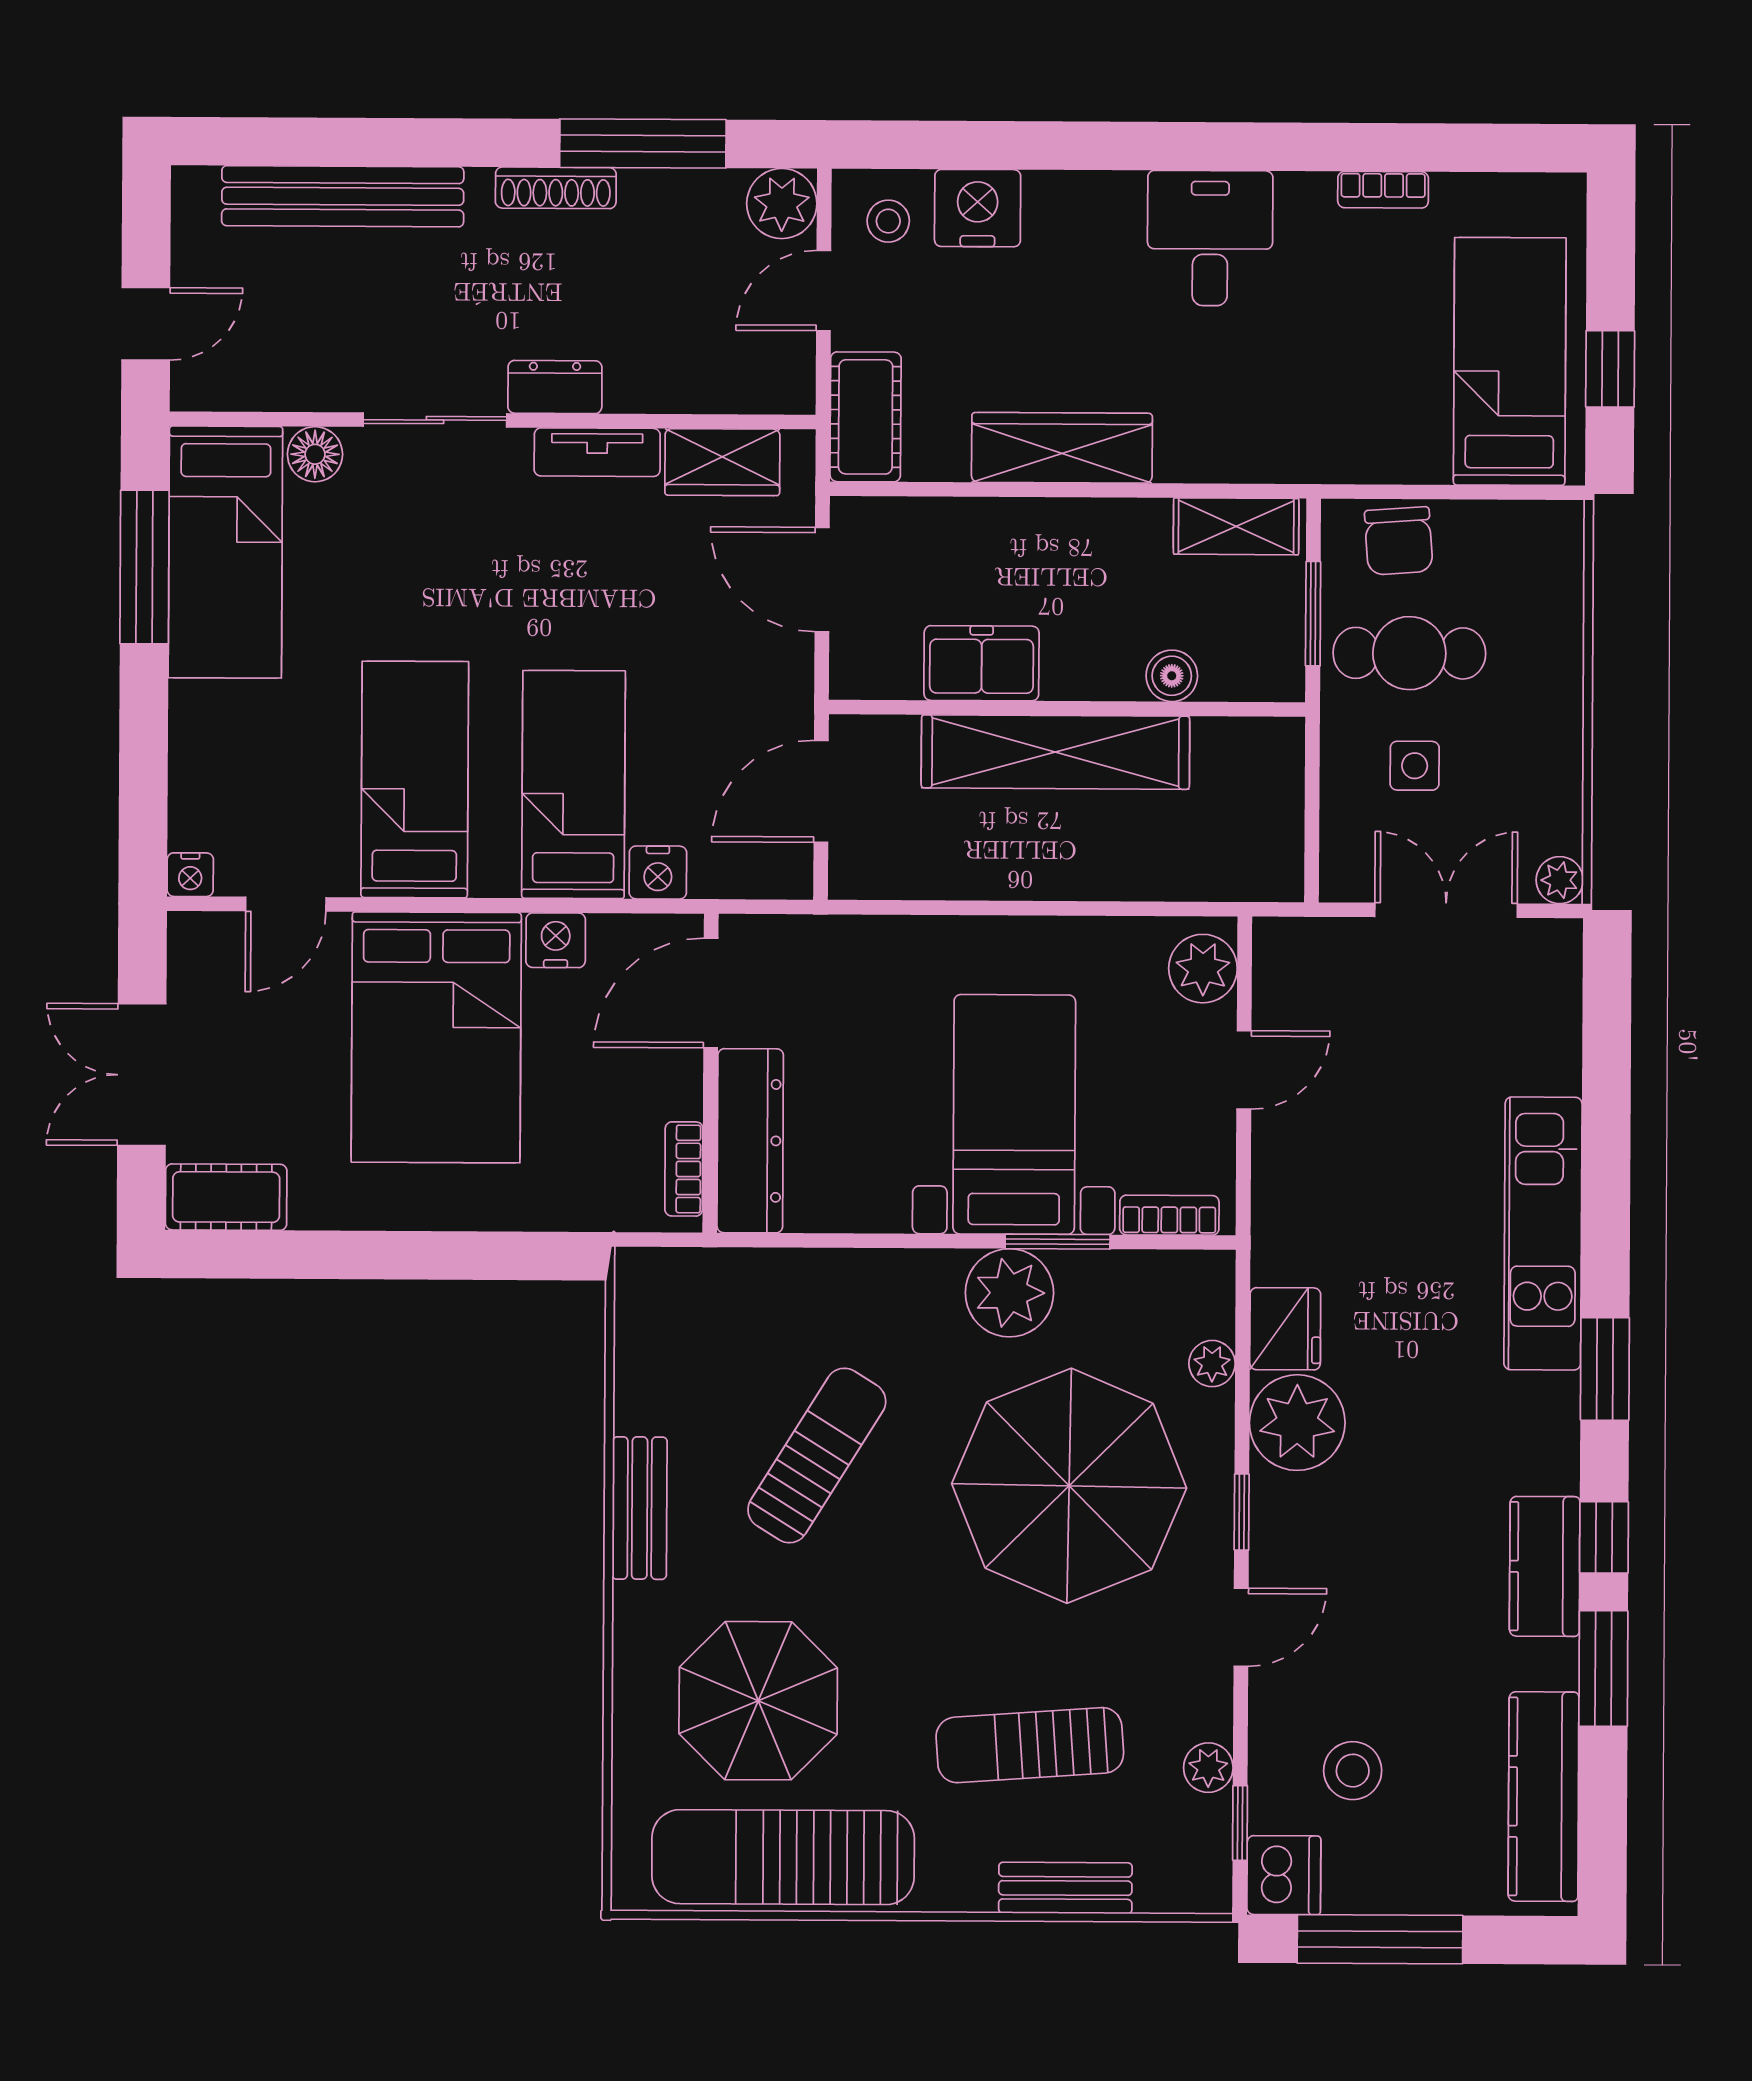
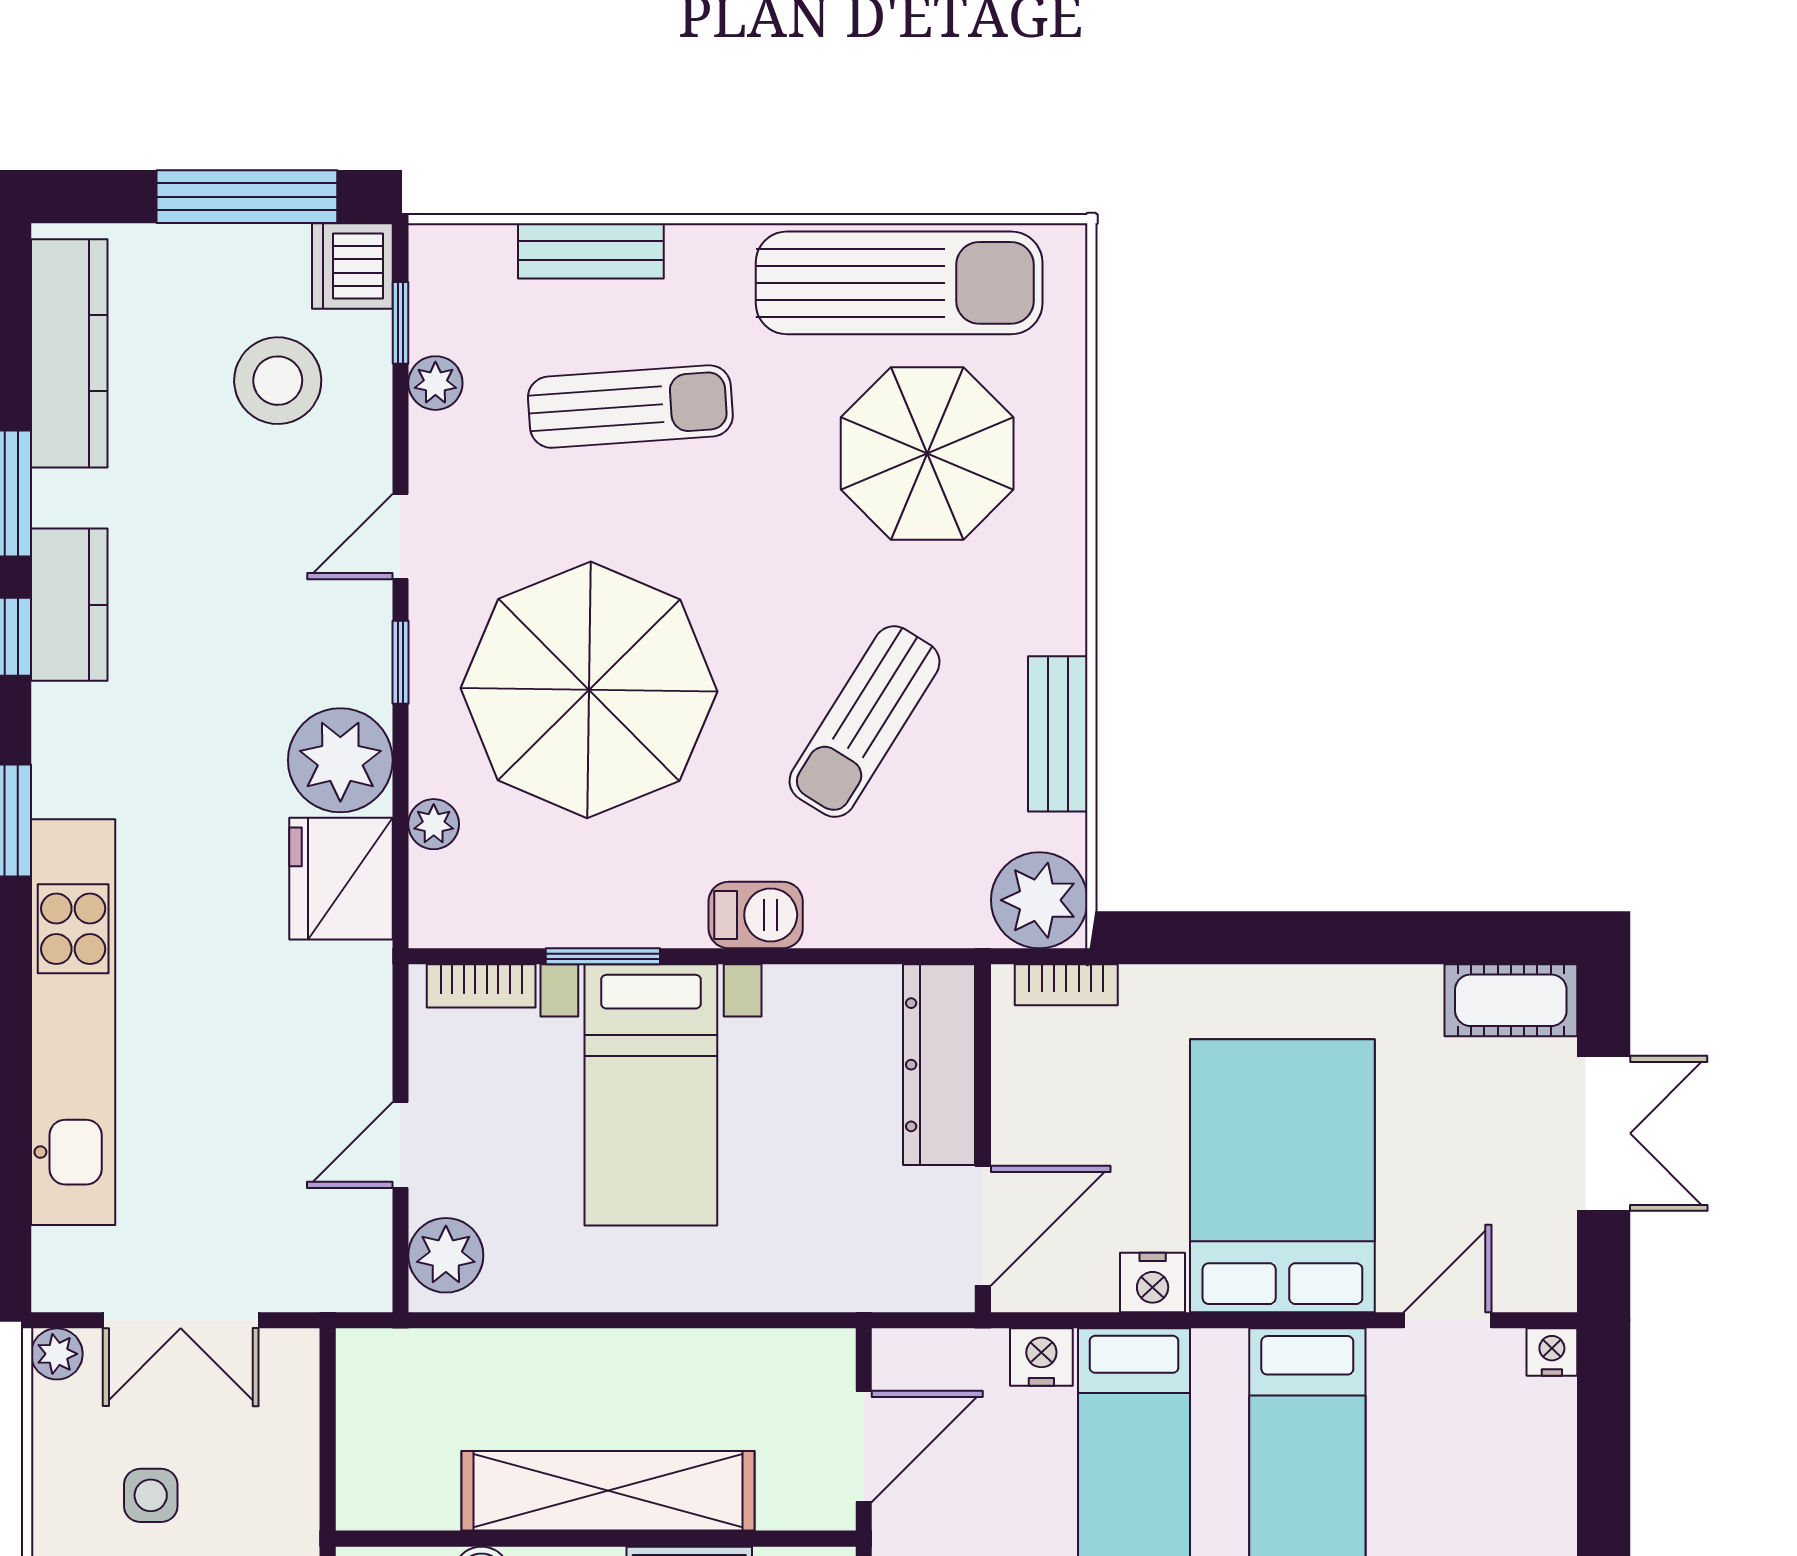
side table: (1415, 766) -> (151, 1495), moved
bookcase: (684, 1169) -> (1066, 985), moved, turned 90
kitchen unit: (1543, 1233) -> (73, 1022), width x1.36
barbecue: (917, 1279) -> (756, 915), added
plant: (1009, 1293) -> (1039, 900), moved
fridge: (1285, 1329) -> (341, 879), width x1.36, depth x1.34
bench: (640, 1508) -> (1058, 734), moved
stool: (1353, 1771) -> (278, 381), width x1.38, depth x1.38

